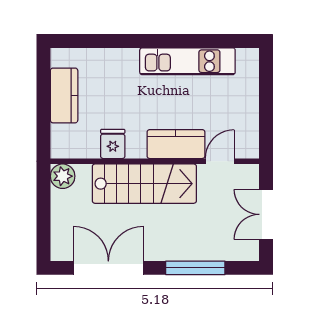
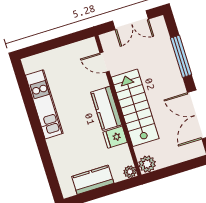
kitchen counter: (176, 144) -> (106, 108), moved
plant: (59, 150) -> (130, 172), added

